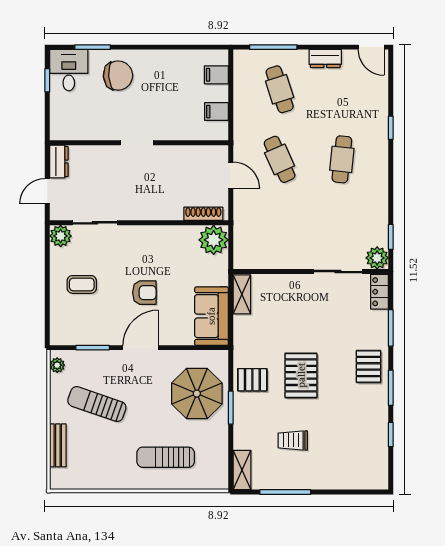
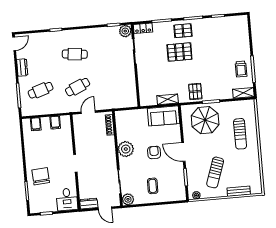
desk: (69, 70) -> (67, 199), moved, turned -90
plant: (214, 240) -> (126, 149), moved
shelving: (242, 294) -> (168, 99), moved
pallet: (301, 375) -> (179, 52), moved
trolley: (293, 440) -> (241, 69), moved

